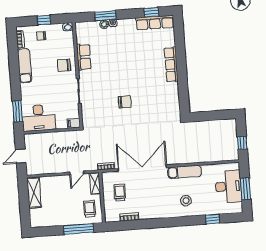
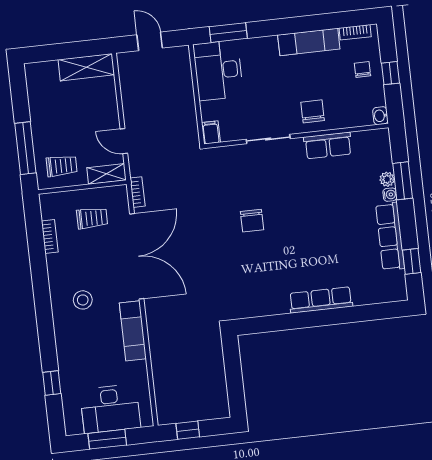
row of seats: (155, 22) -> (390, 236), moved
stool: (186, 201) -> (83, 300), moved

